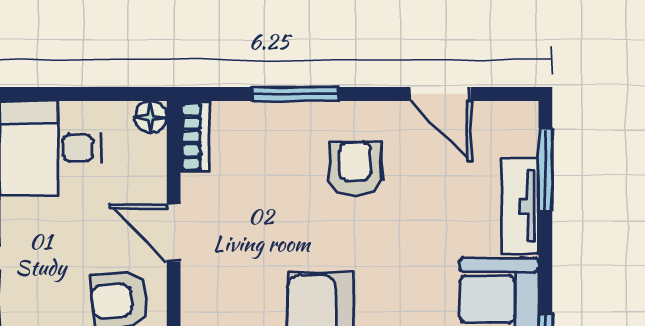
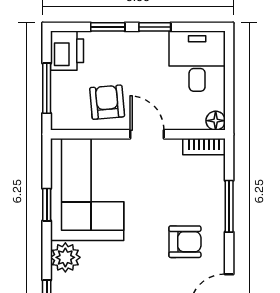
door: (174, 233) -> (147, 134), hinge flipped

